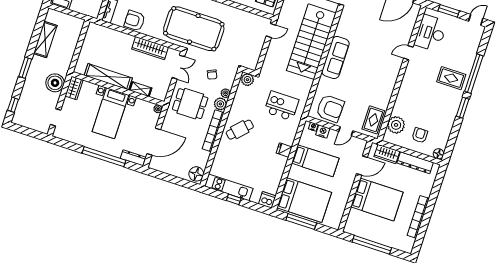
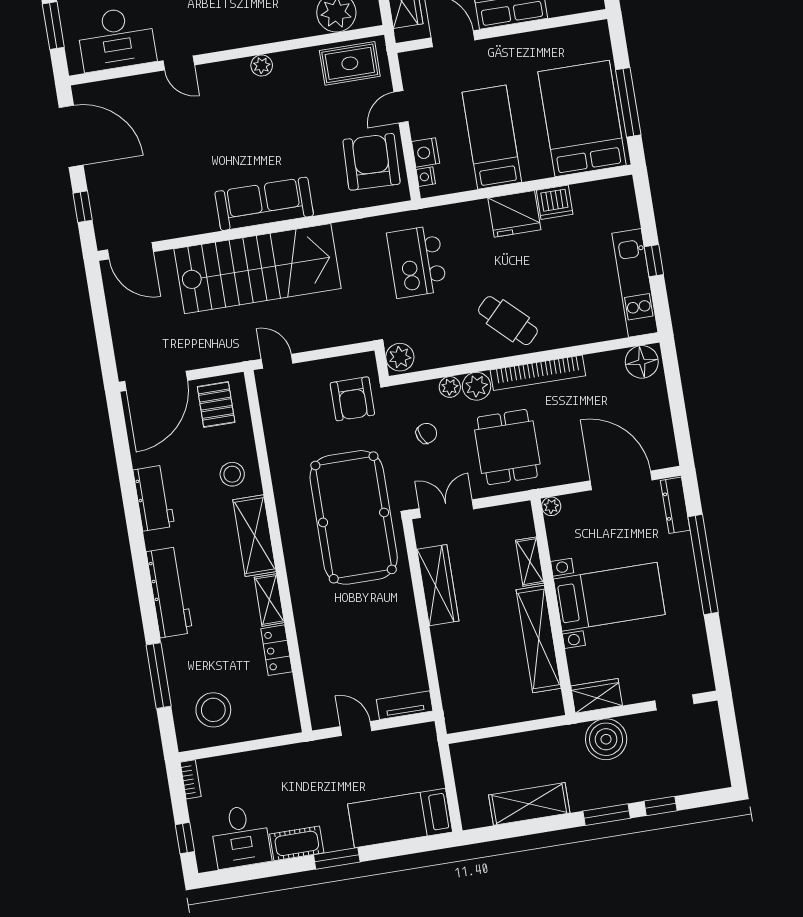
armchair: (135, 21) -> (352, 399), moved
plant: (390, 85) -> (262, 65), added
window: (13, 105) -> (661, 806), moved
door: (346, 131) -> (401, 107), swing flipped
fridge: (284, 150) -> (514, 214), width x1.88, depth x1.34
dishwasher: (267, 200) -> (555, 202), moved, turned -90

